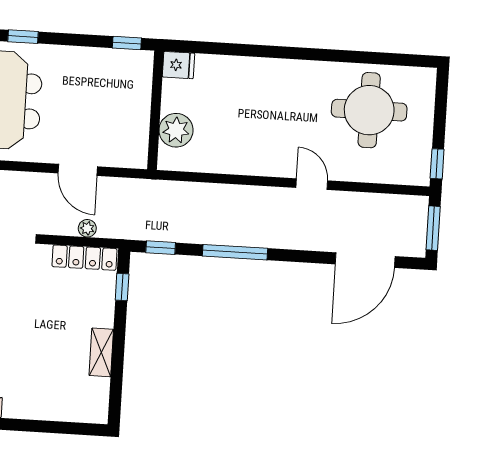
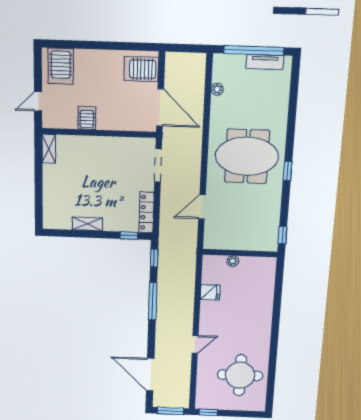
fridge: (178, 65) -> (210, 292), moved, turned -90
plant: (176, 130) -> (233, 261), width x0.53, depth x0.53
plant: (87, 228) -> (165, 214), removed

